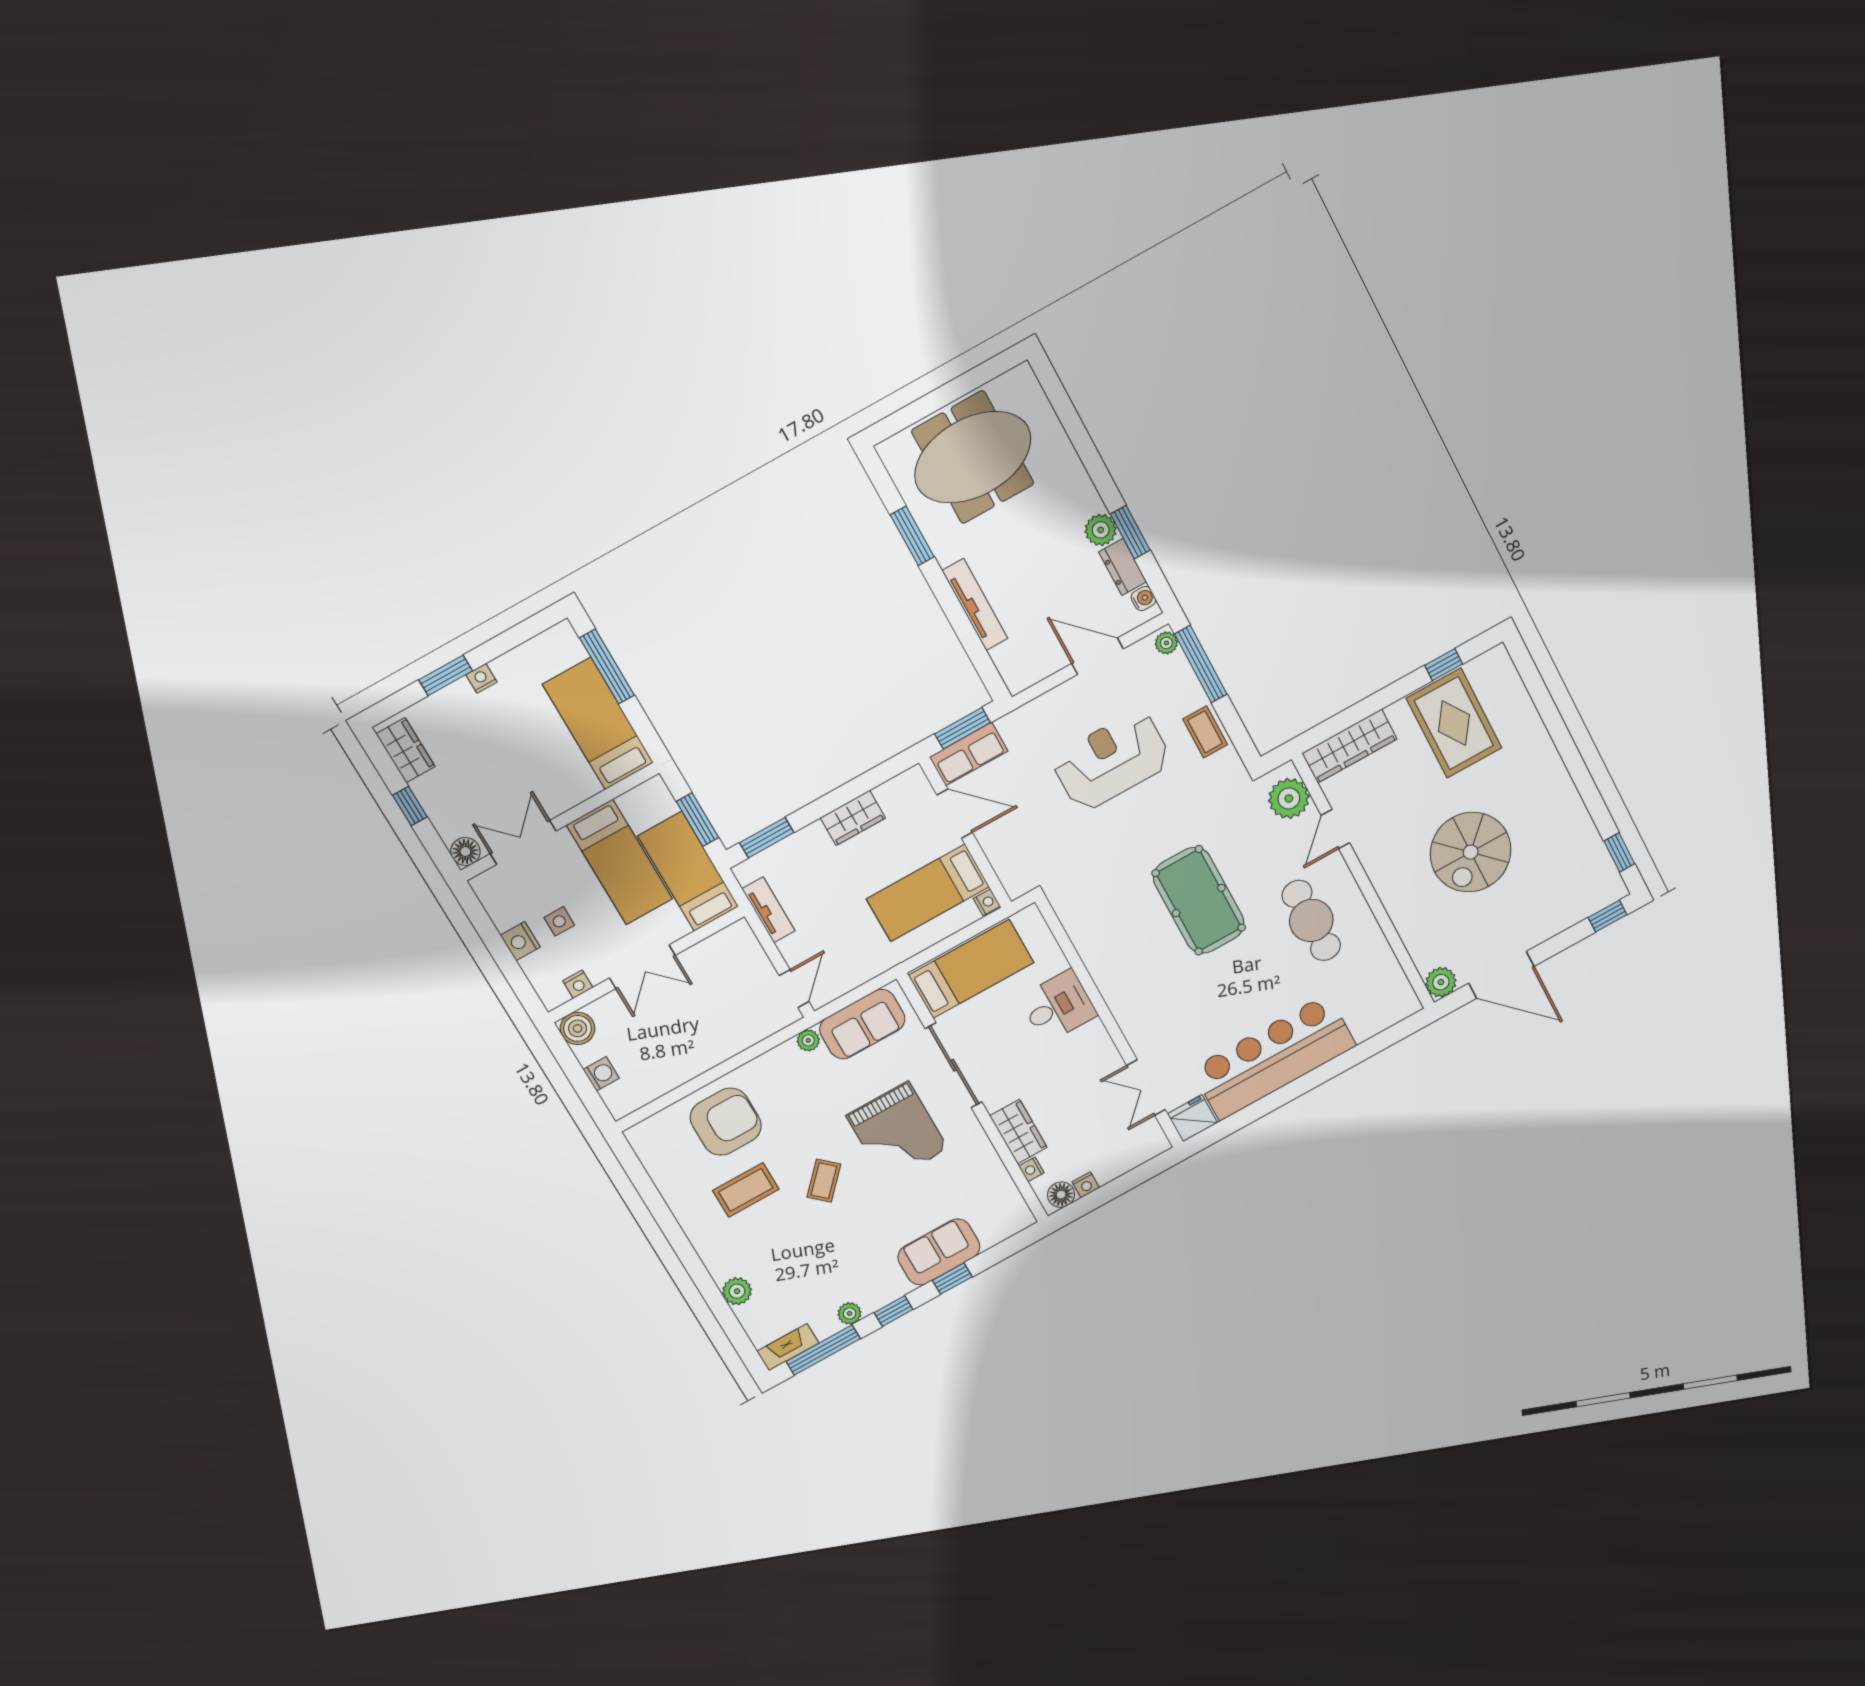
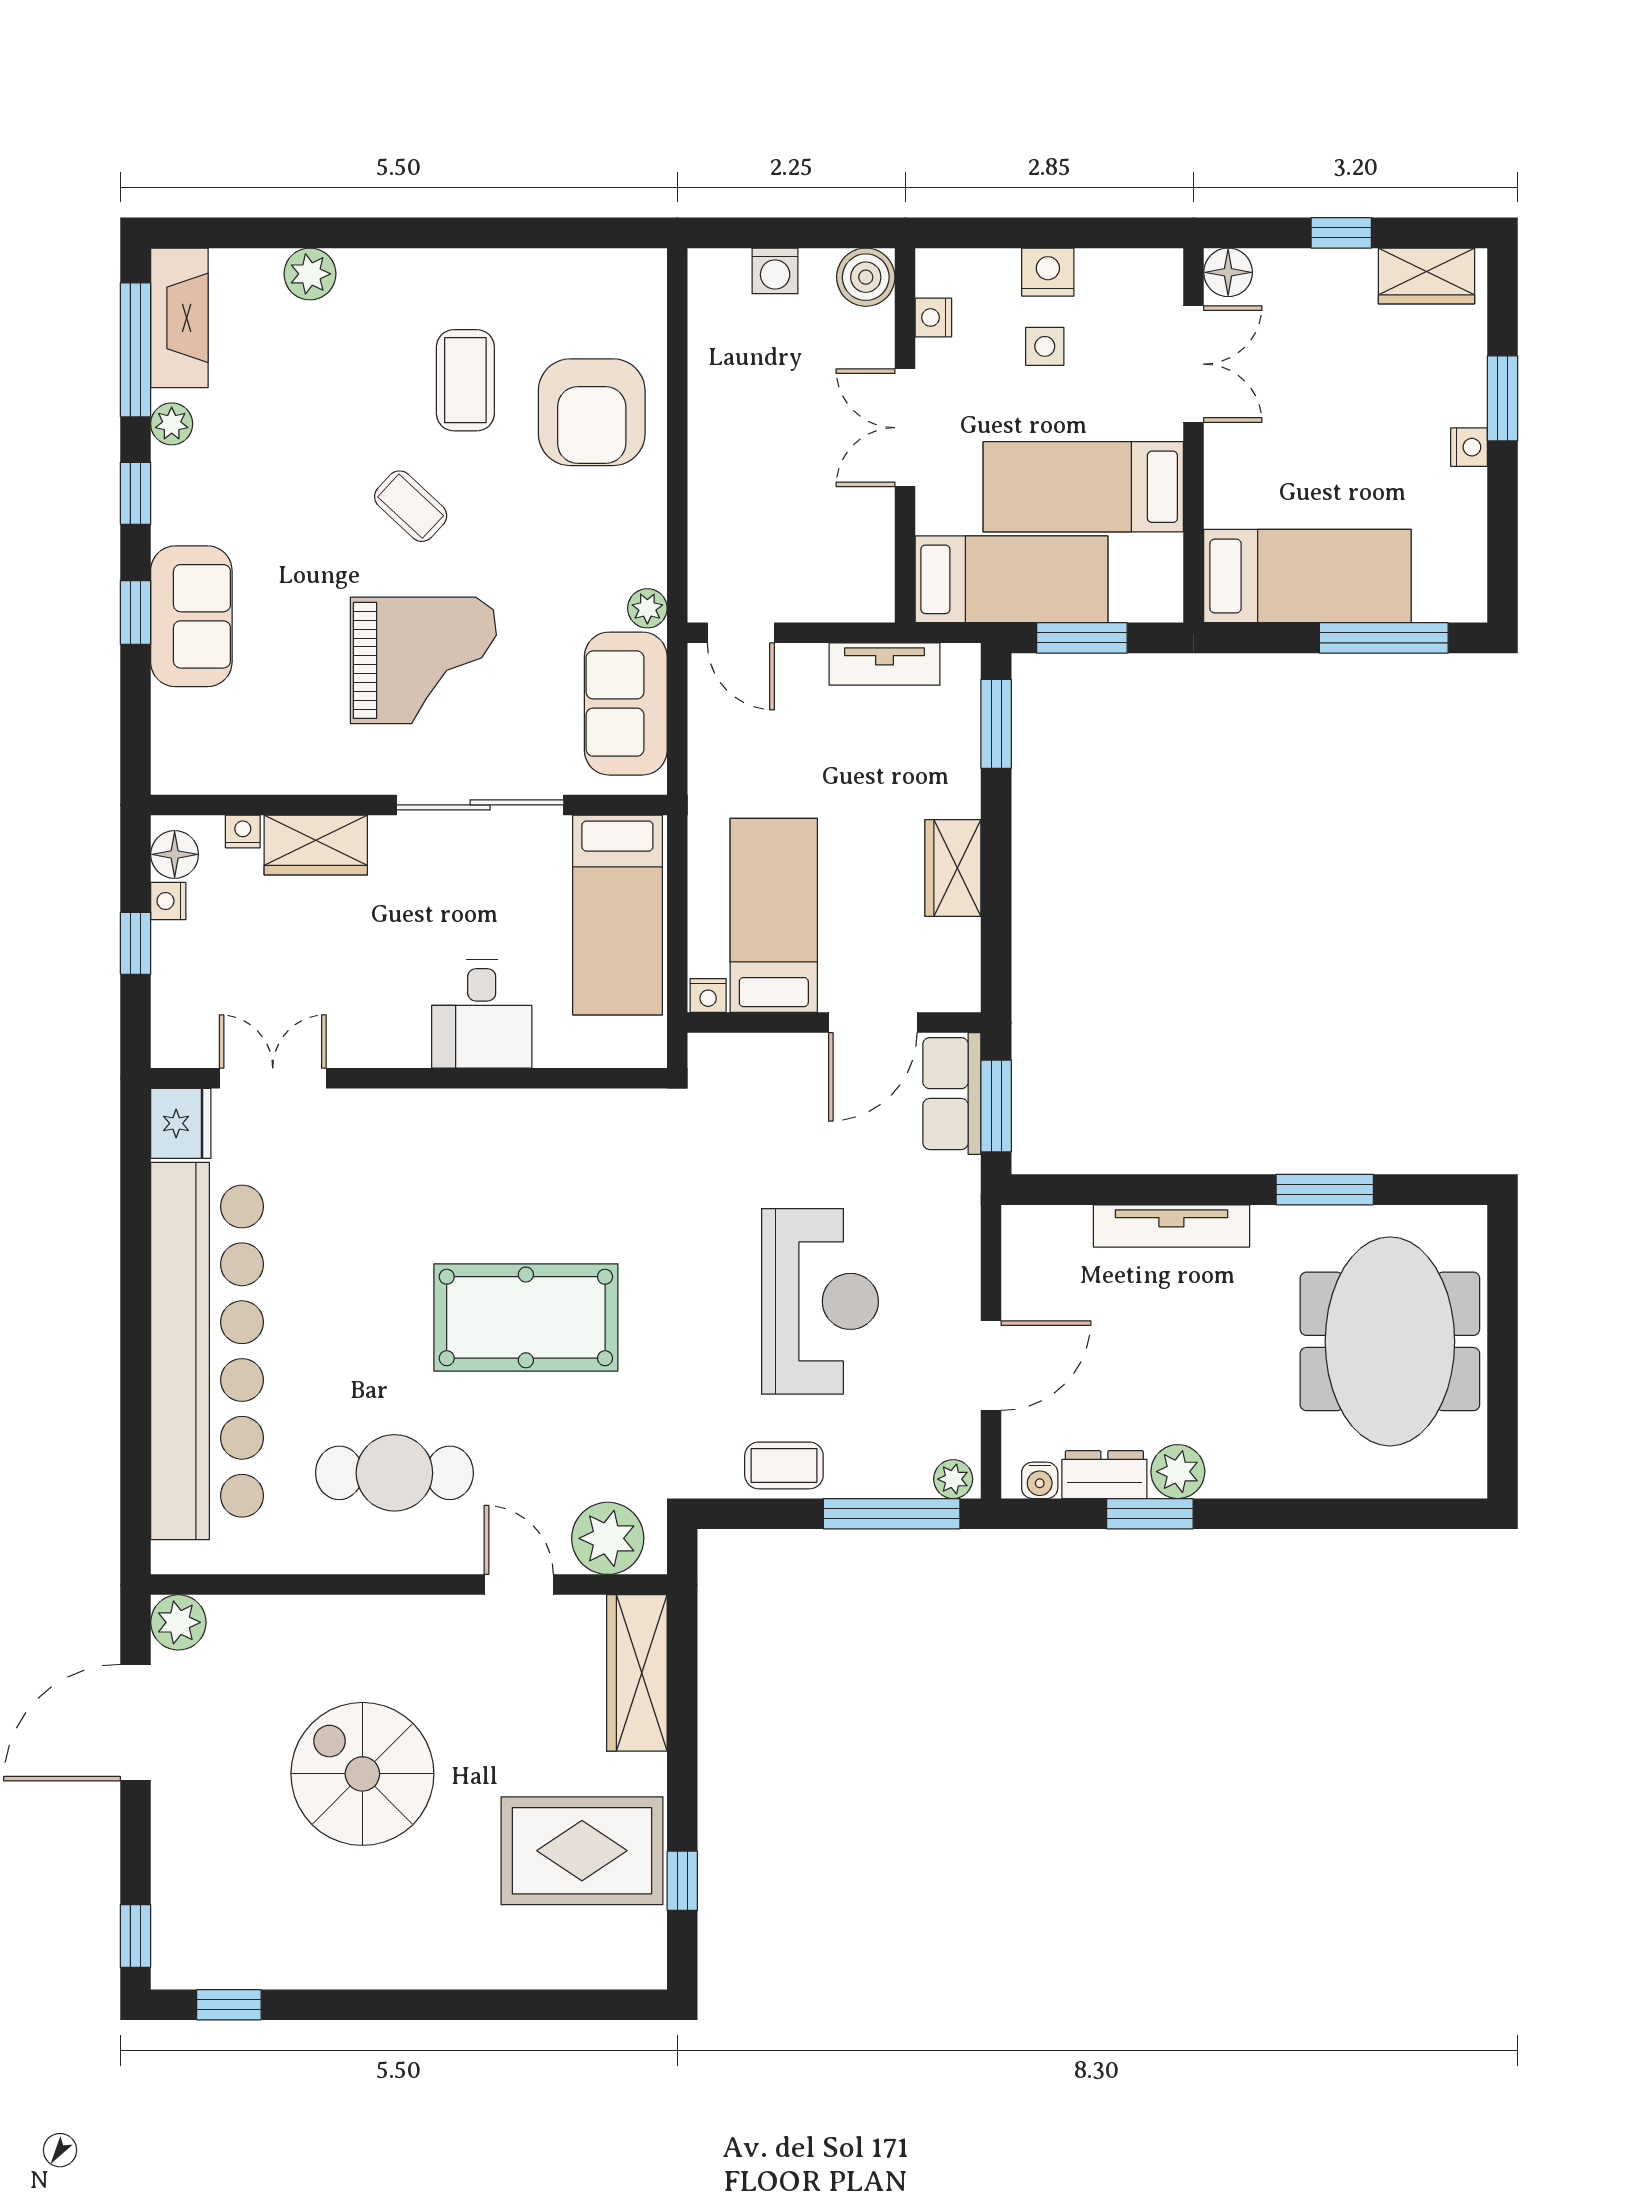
bar counter: (1274, 1057) -> (207, 1351), width x1.36
grand piano: (897, 1132) -> (423, 660), turned 180
window: (1115, 1188) -> (136, 943), added
fireplace: (788, 1347) -> (179, 318), width x1.37, depth x1.32

